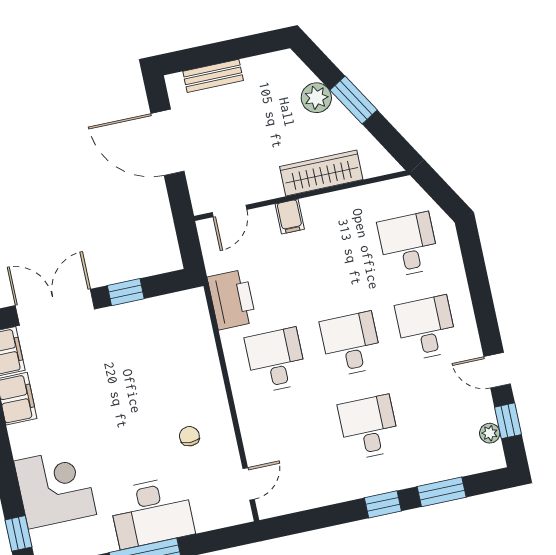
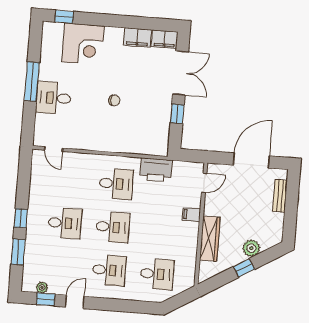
window: (354, 100) -> (244, 268), width x0.67
door: (229, 211) -> (204, 183), swing flipped
chair: (189, 436) -> (114, 100), moved
desk: (152, 512) -> (54, 98), width x0.73

